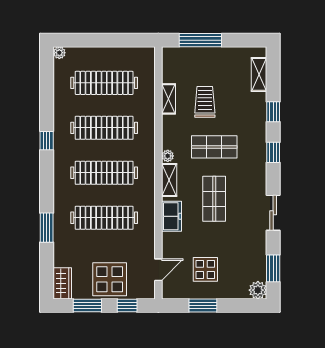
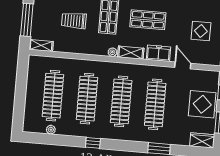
plant: (59, 53) -> (51, 130), moved
shelving: (168, 99) -> (41, 46), moved
door: (158, 270) -> (183, 65), moved

